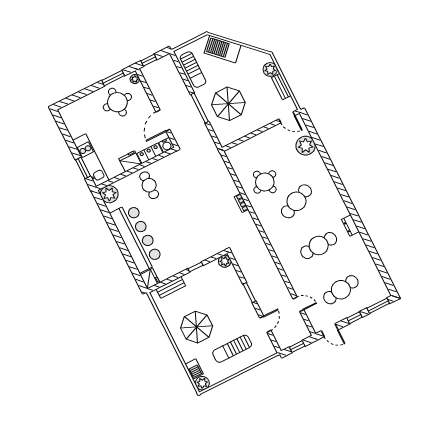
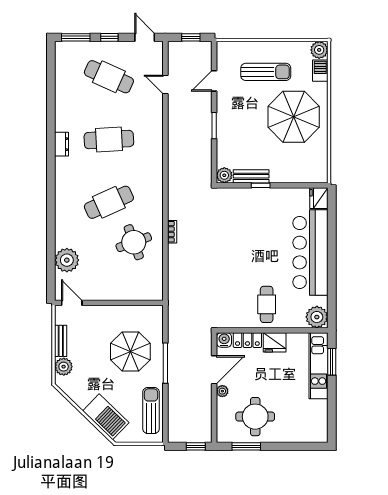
plant: (135, 79) -> (222, 391), moved
bench: (171, 287) -> (251, 176), moved
cafe table: (341, 290) -> (109, 77), turned 33
parasol: (197, 327) -> (294, 117), width x1.36, depth x1.36

